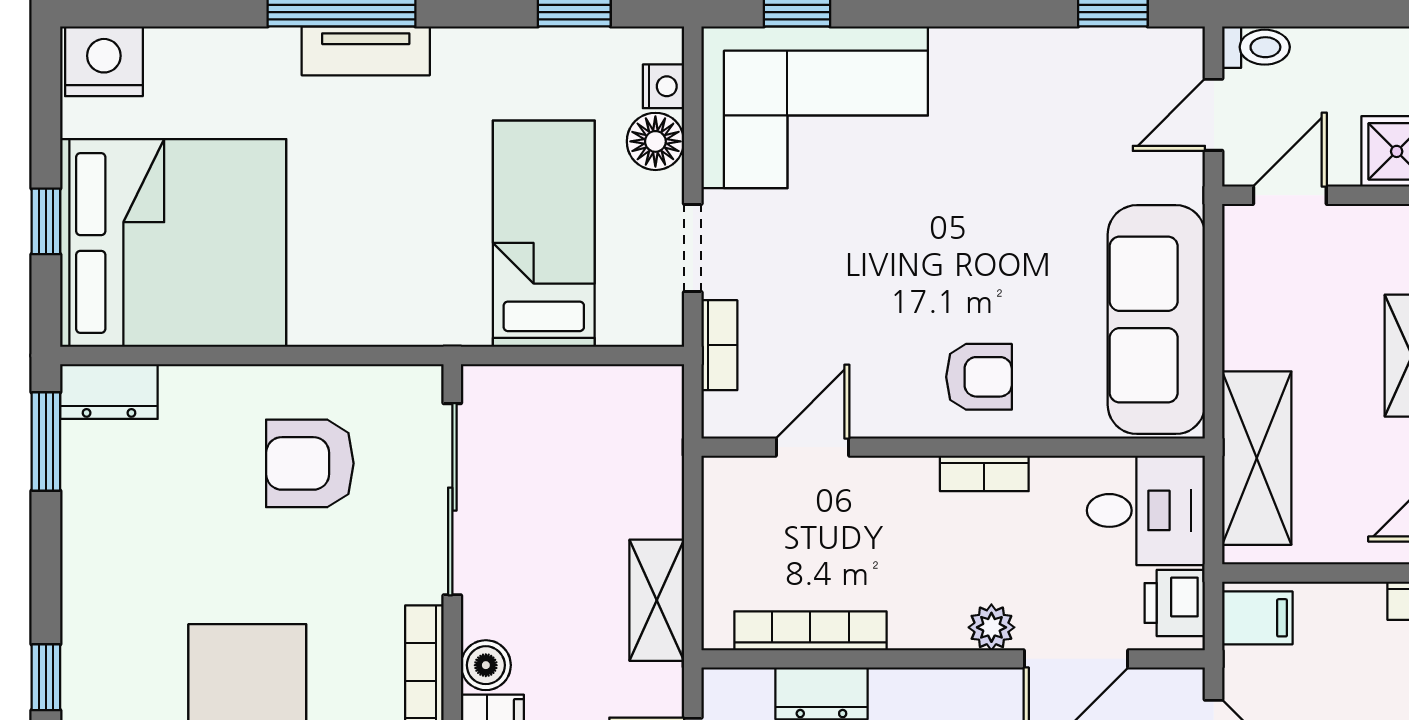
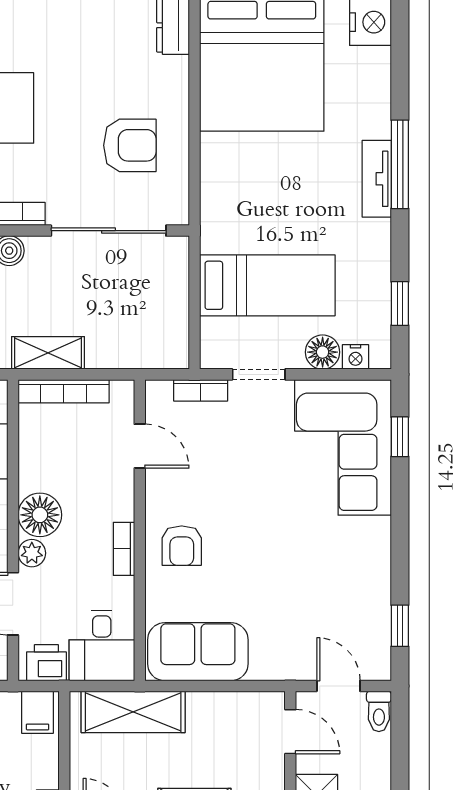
sofa: (1156, 320) -> (198, 652), width x0.73
armchair: (310, 463) -> (130, 145), turned 90
floor lamp: (928, 614) -> (40, 515), added
bookcase: (810, 631) -> (64, 391), moved, turned 90

